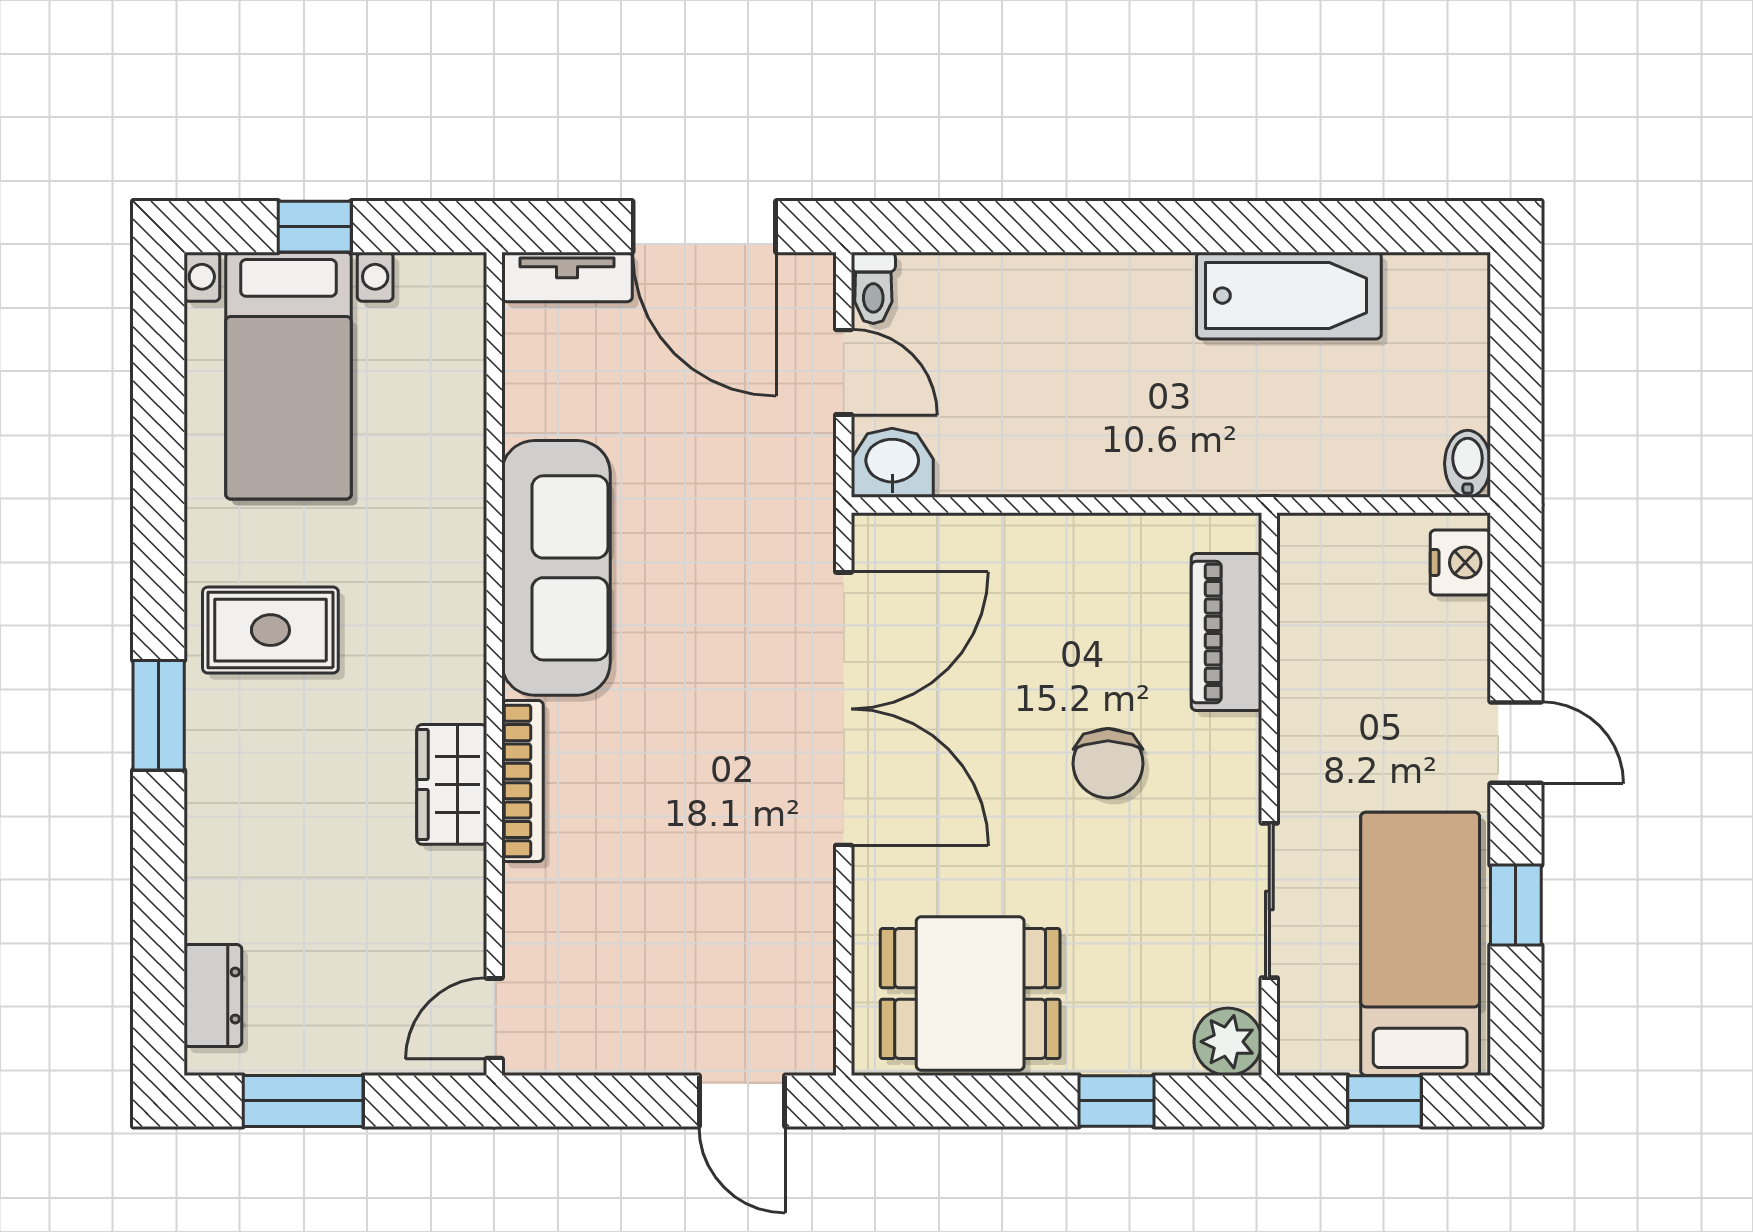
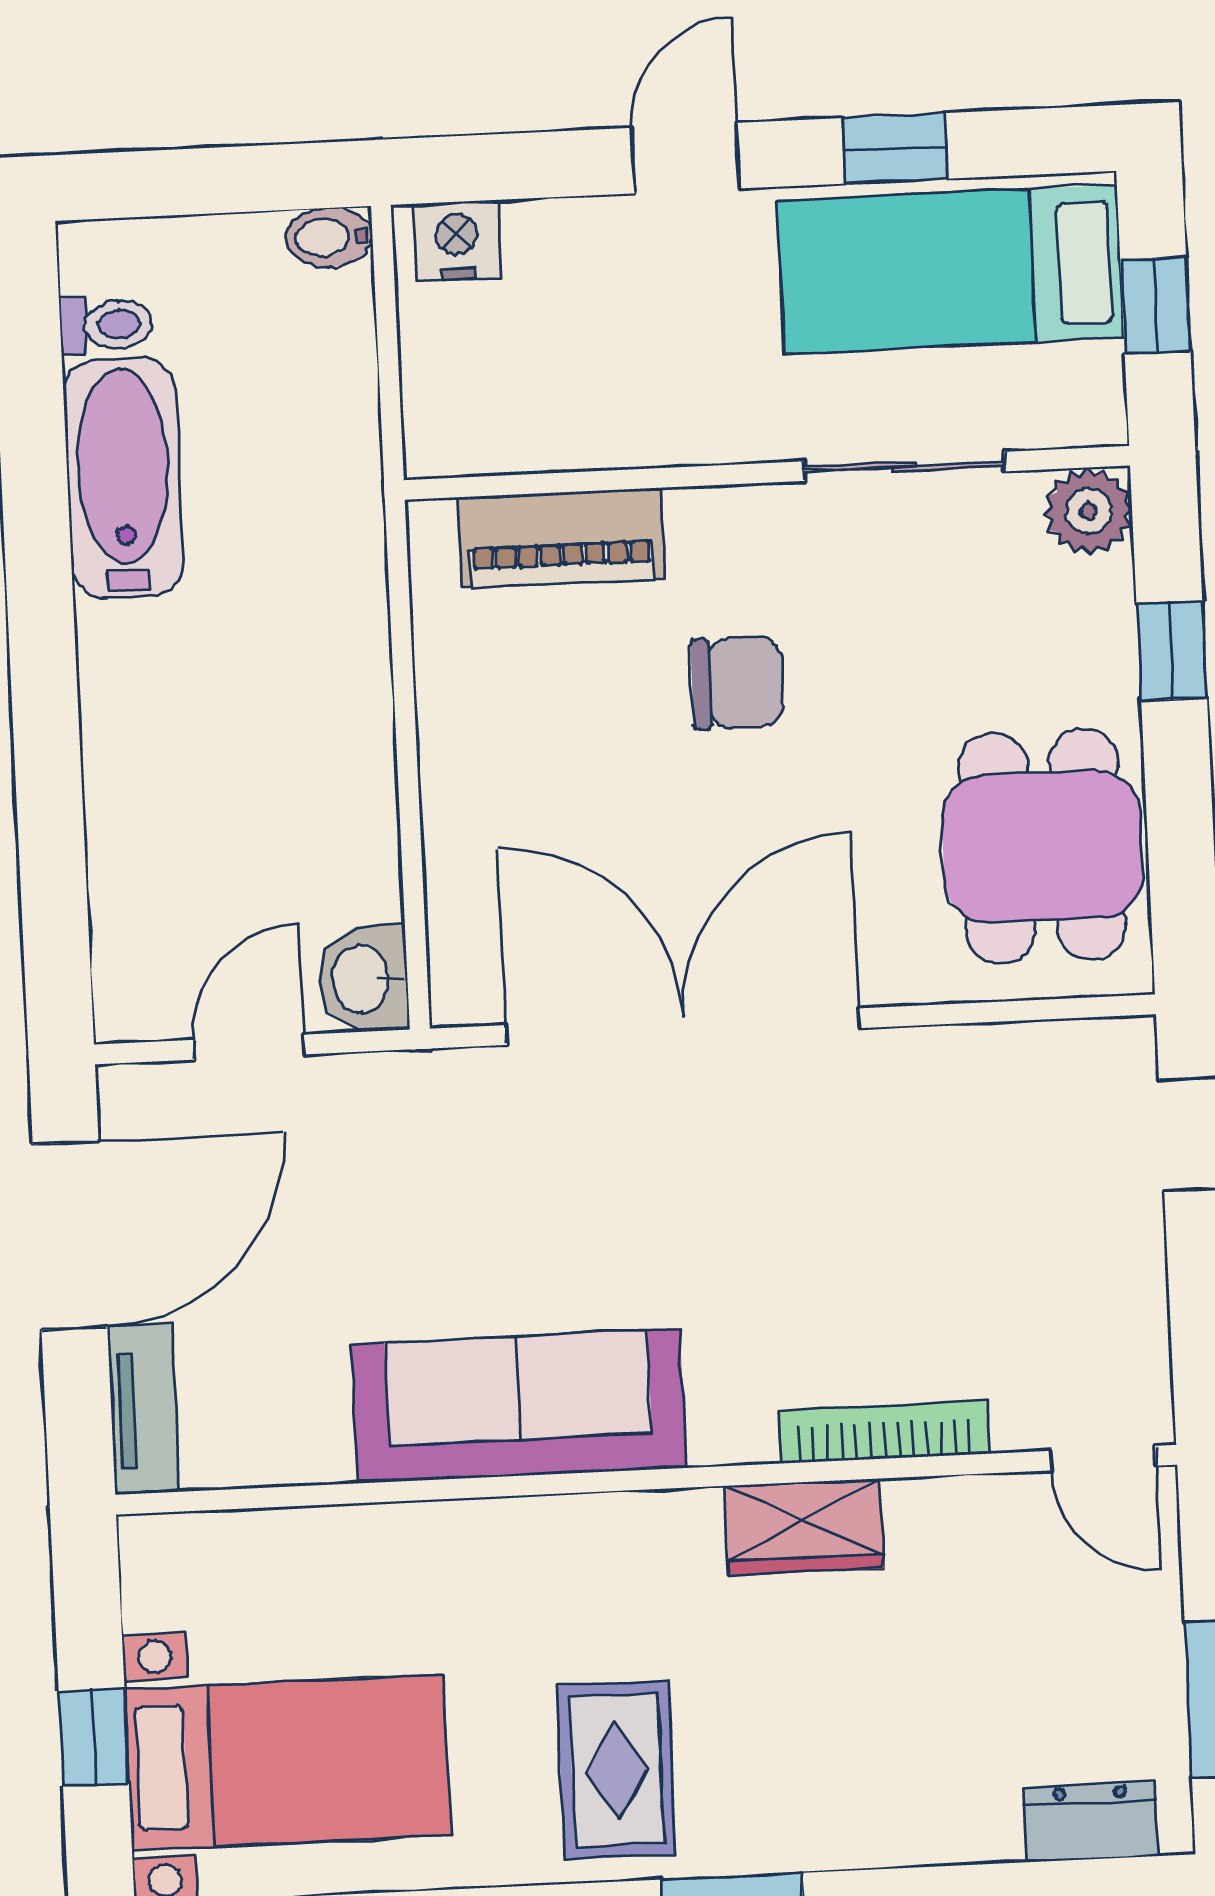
toilet: (873, 288) -> (106, 325), moved
bookcase: (522, 781) -> (884, 1432), moved

